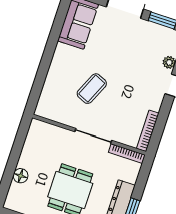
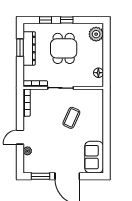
floor lamp: (21, 176) -> (98, 73), moved
plant: (18, 195) -> (96, 34), added

